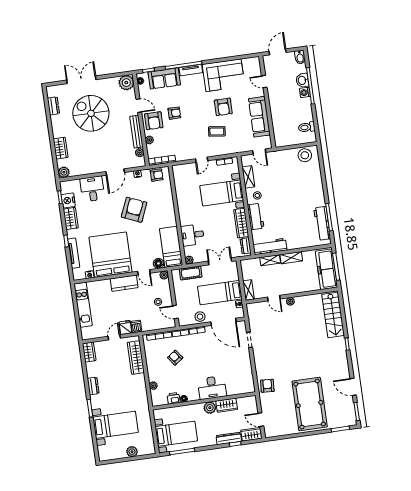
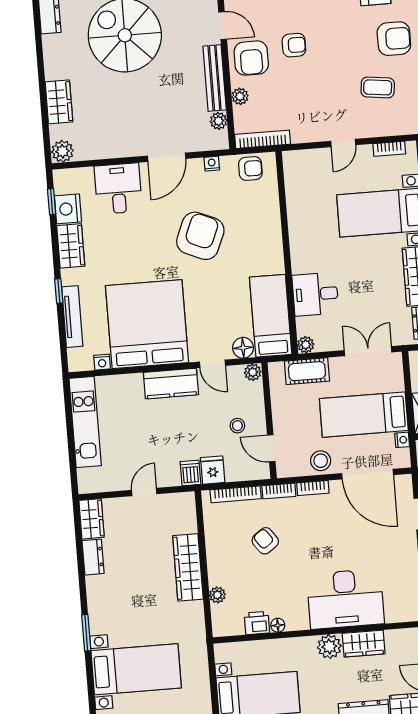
armchair: (223, 107) -> (394, 39), turned -90
fridge: (125, 328) -> (213, 470), moved
wardrobe: (136, 358) -> (188, 567), moved
dresser: (93, 386) -> (93, 557), moved
desk: (212, 388) -> (345, 599), width x1.36, depth x1.30

